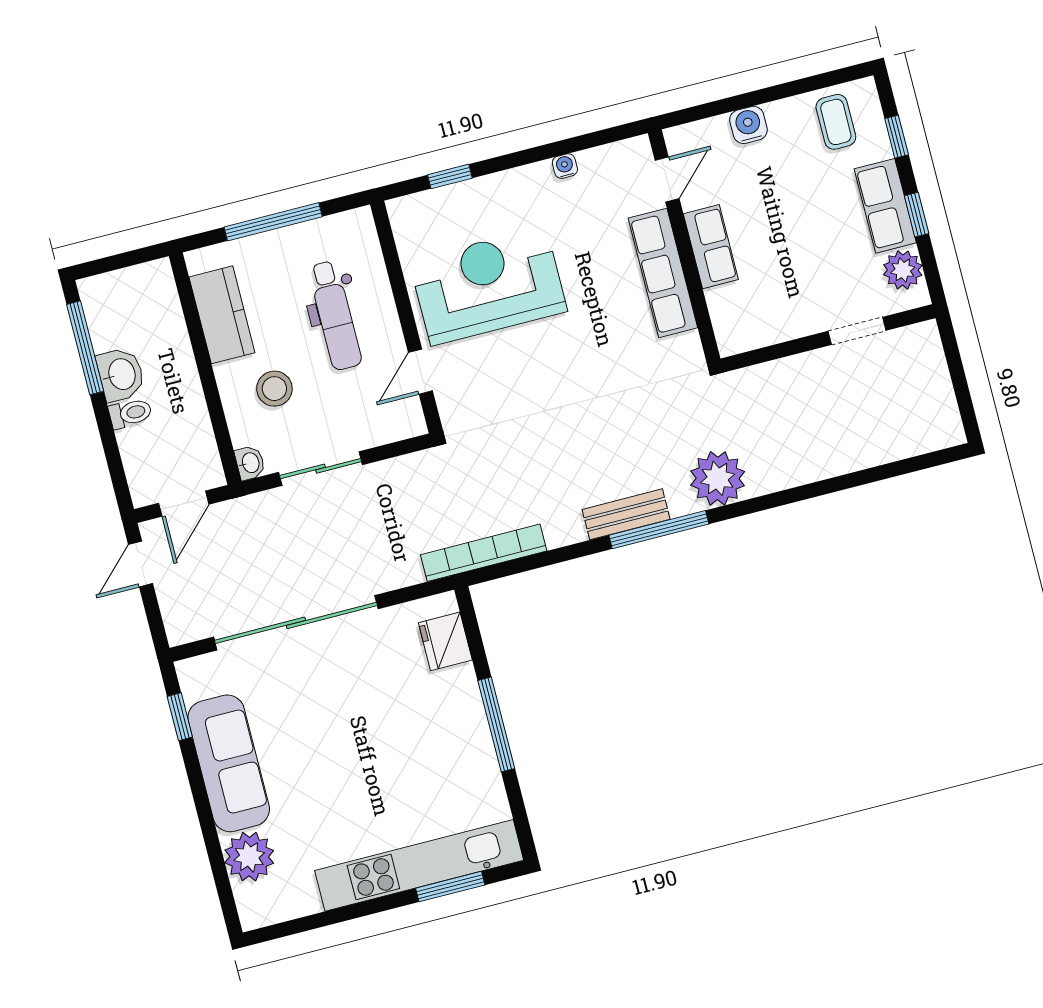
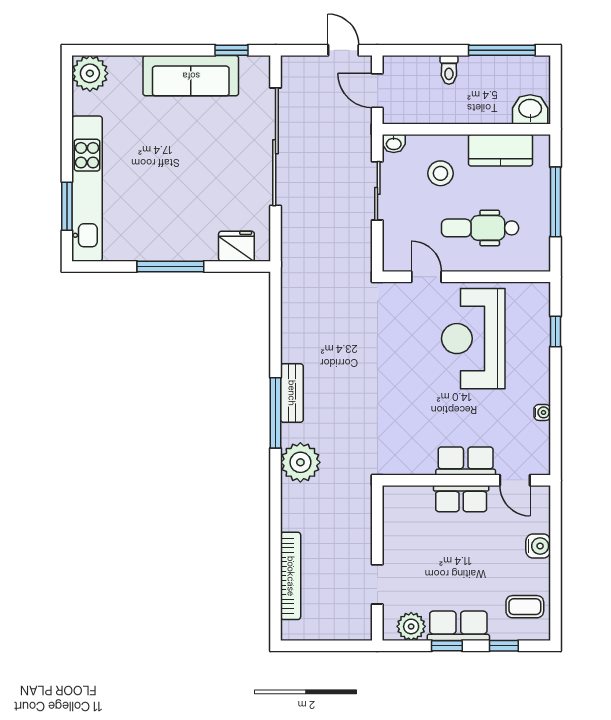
row of seats: (663, 273) -> (466, 461), width x0.68
reception desk: (488, 286) -> (473, 339), turned 180
washbasin: (121, 374) -> (530, 109), moved, turned 180
bookcase: (484, 553) -> (291, 576), moved
plant: (249, 857) -> (90, 73), moved

